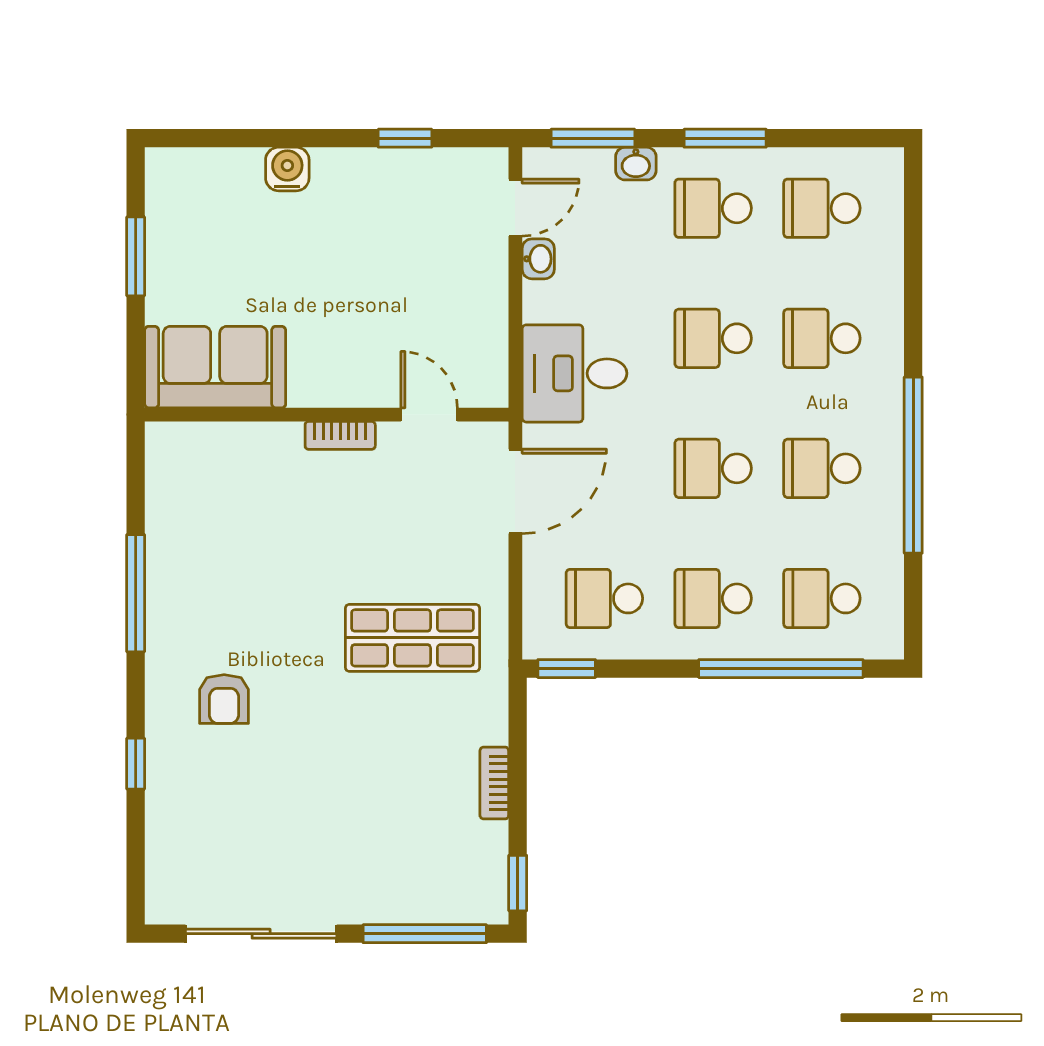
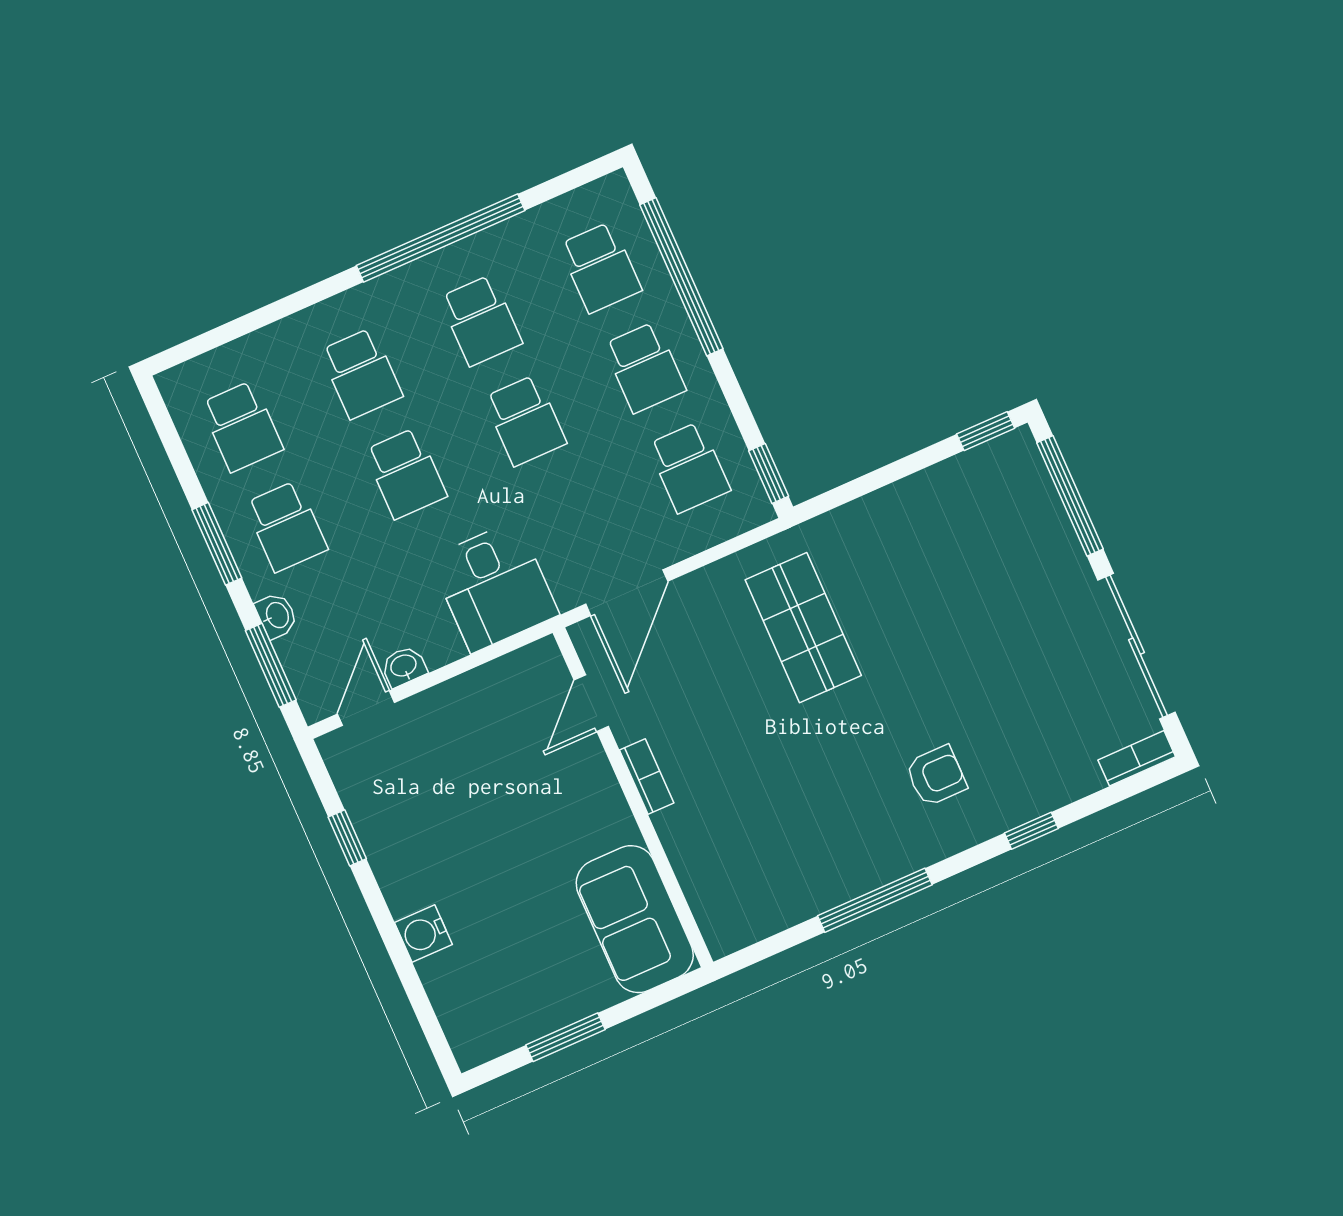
door: (515, 208) -> (366, 708), hinge flipped
door: (515, 491) -> (627, 593), swing flipped
bookcase: (494, 783) -> (1137, 758), moved, turned 180

